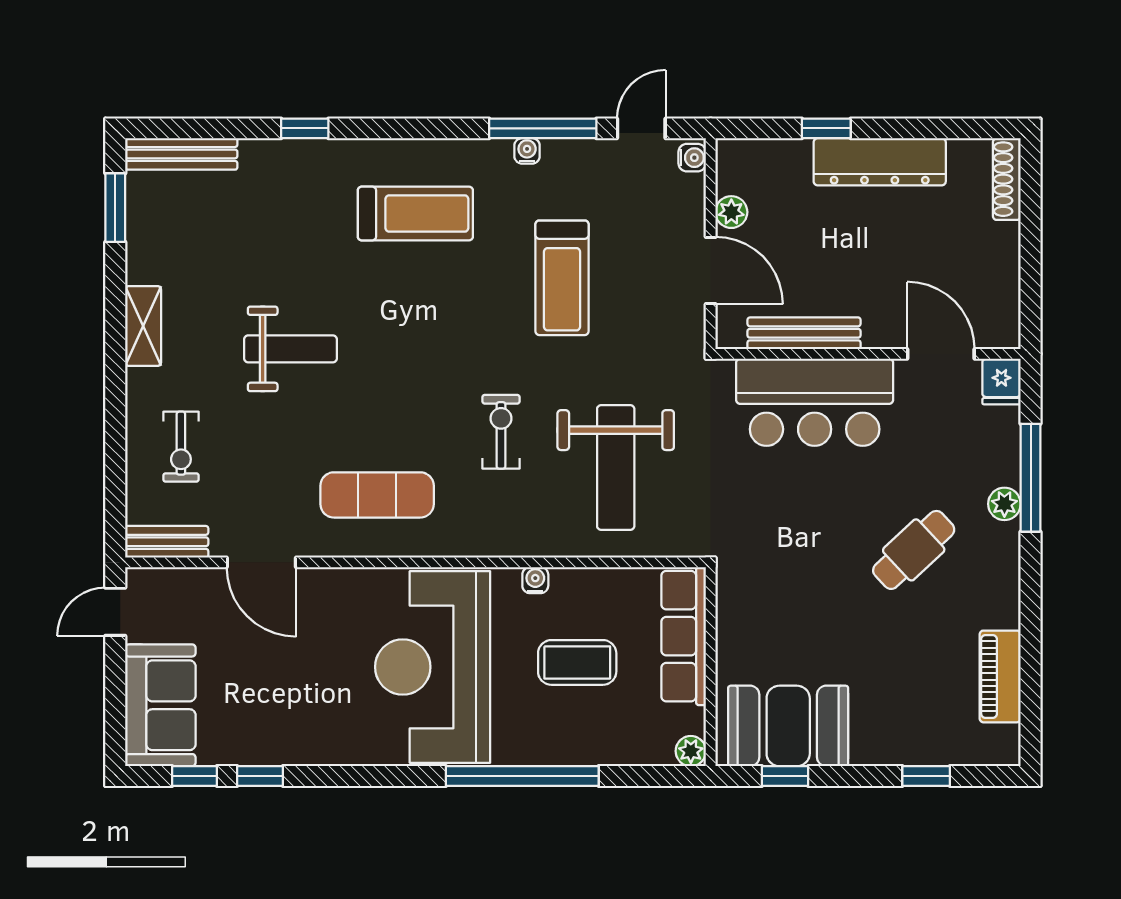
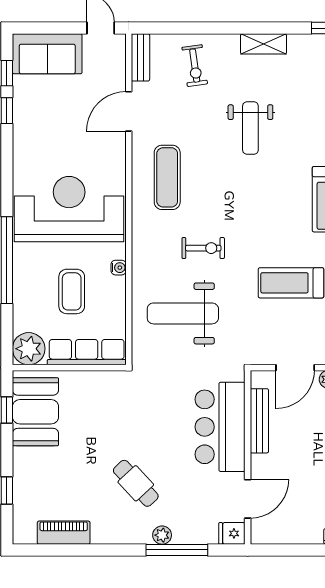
exercise bike: (181, 447) -> (195, 66), turned -98
plant: (691, 751) -> (29, 349), width x1.88, depth x1.88

